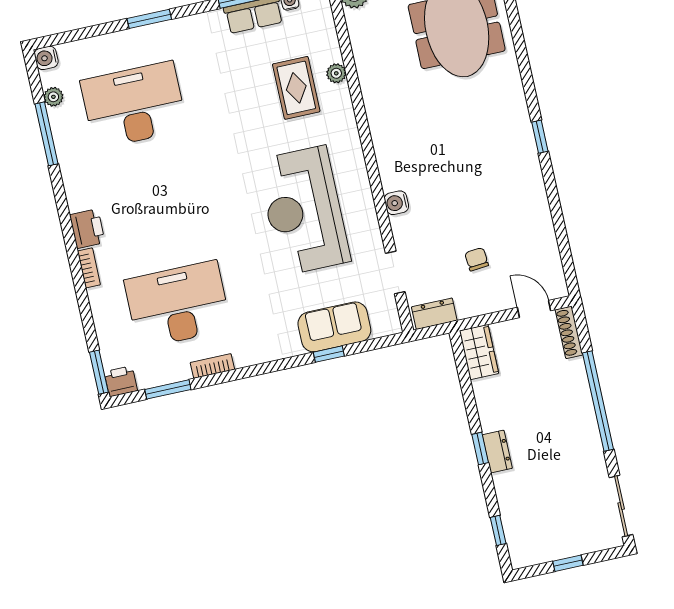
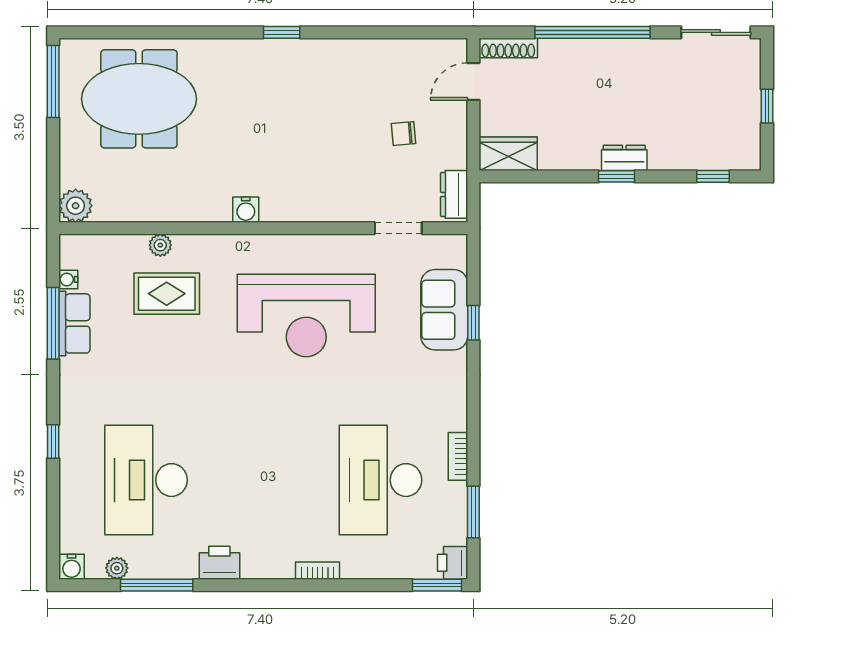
window: (149, 19) -> (53, 441), width x0.67
water cooler: (396, 203) -> (246, 210), moved
printer: (87, 229) -> (219, 563), moved

